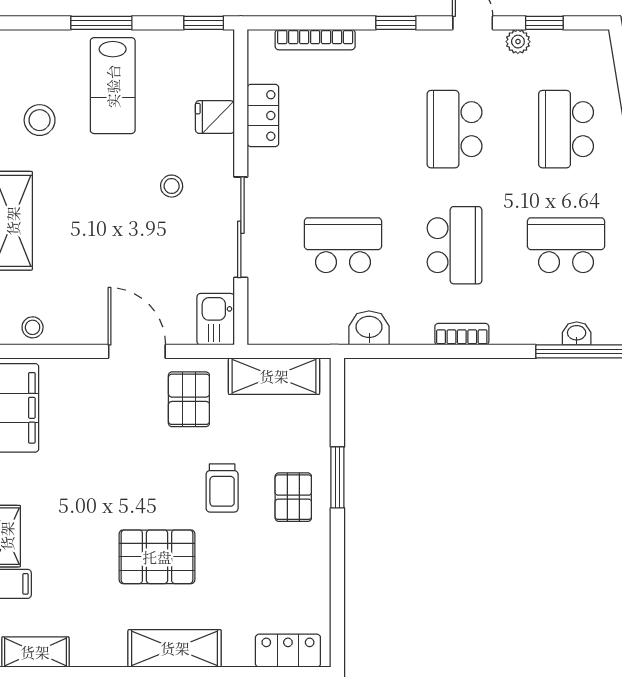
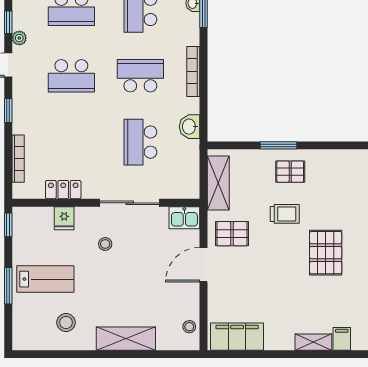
bookcase: (462, 334) -> (193, 71), width x1.56

